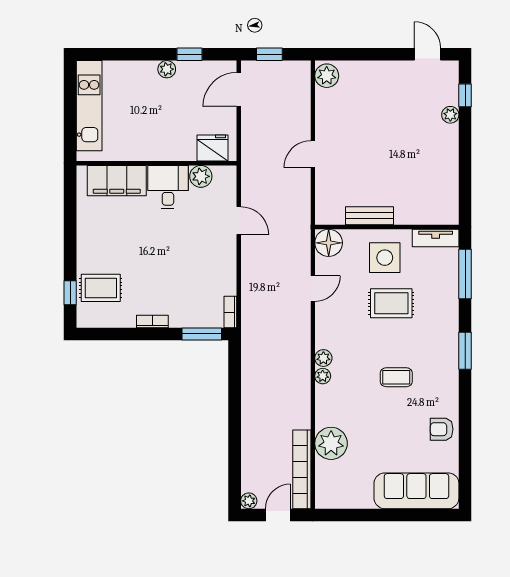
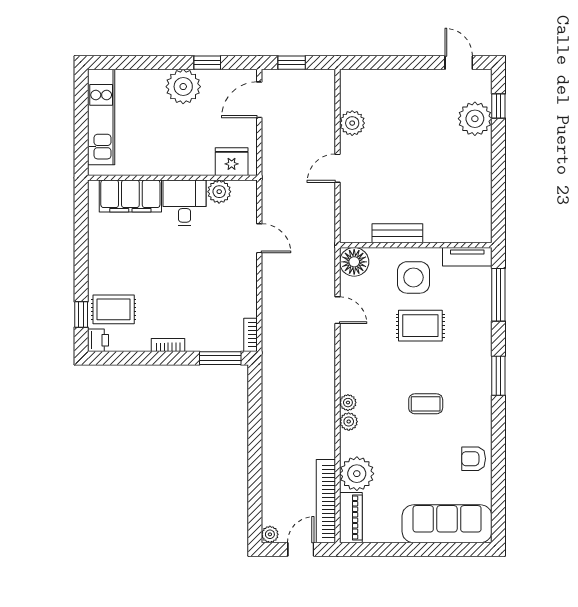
plant: (167, 69) -> (183, 87), width x1.87, depth x1.87
plant: (327, 76) -> (352, 123), moved
plant: (450, 115) -> (475, 119), width x1.88, depth x1.88
door: (313, 289) -> (338, 310), hinge flipped
printer: (86, 317) -> (98, 340), added
plant: (323, 358) -> (349, 422), moved
piano: (325, 485) -> (351, 517), added

